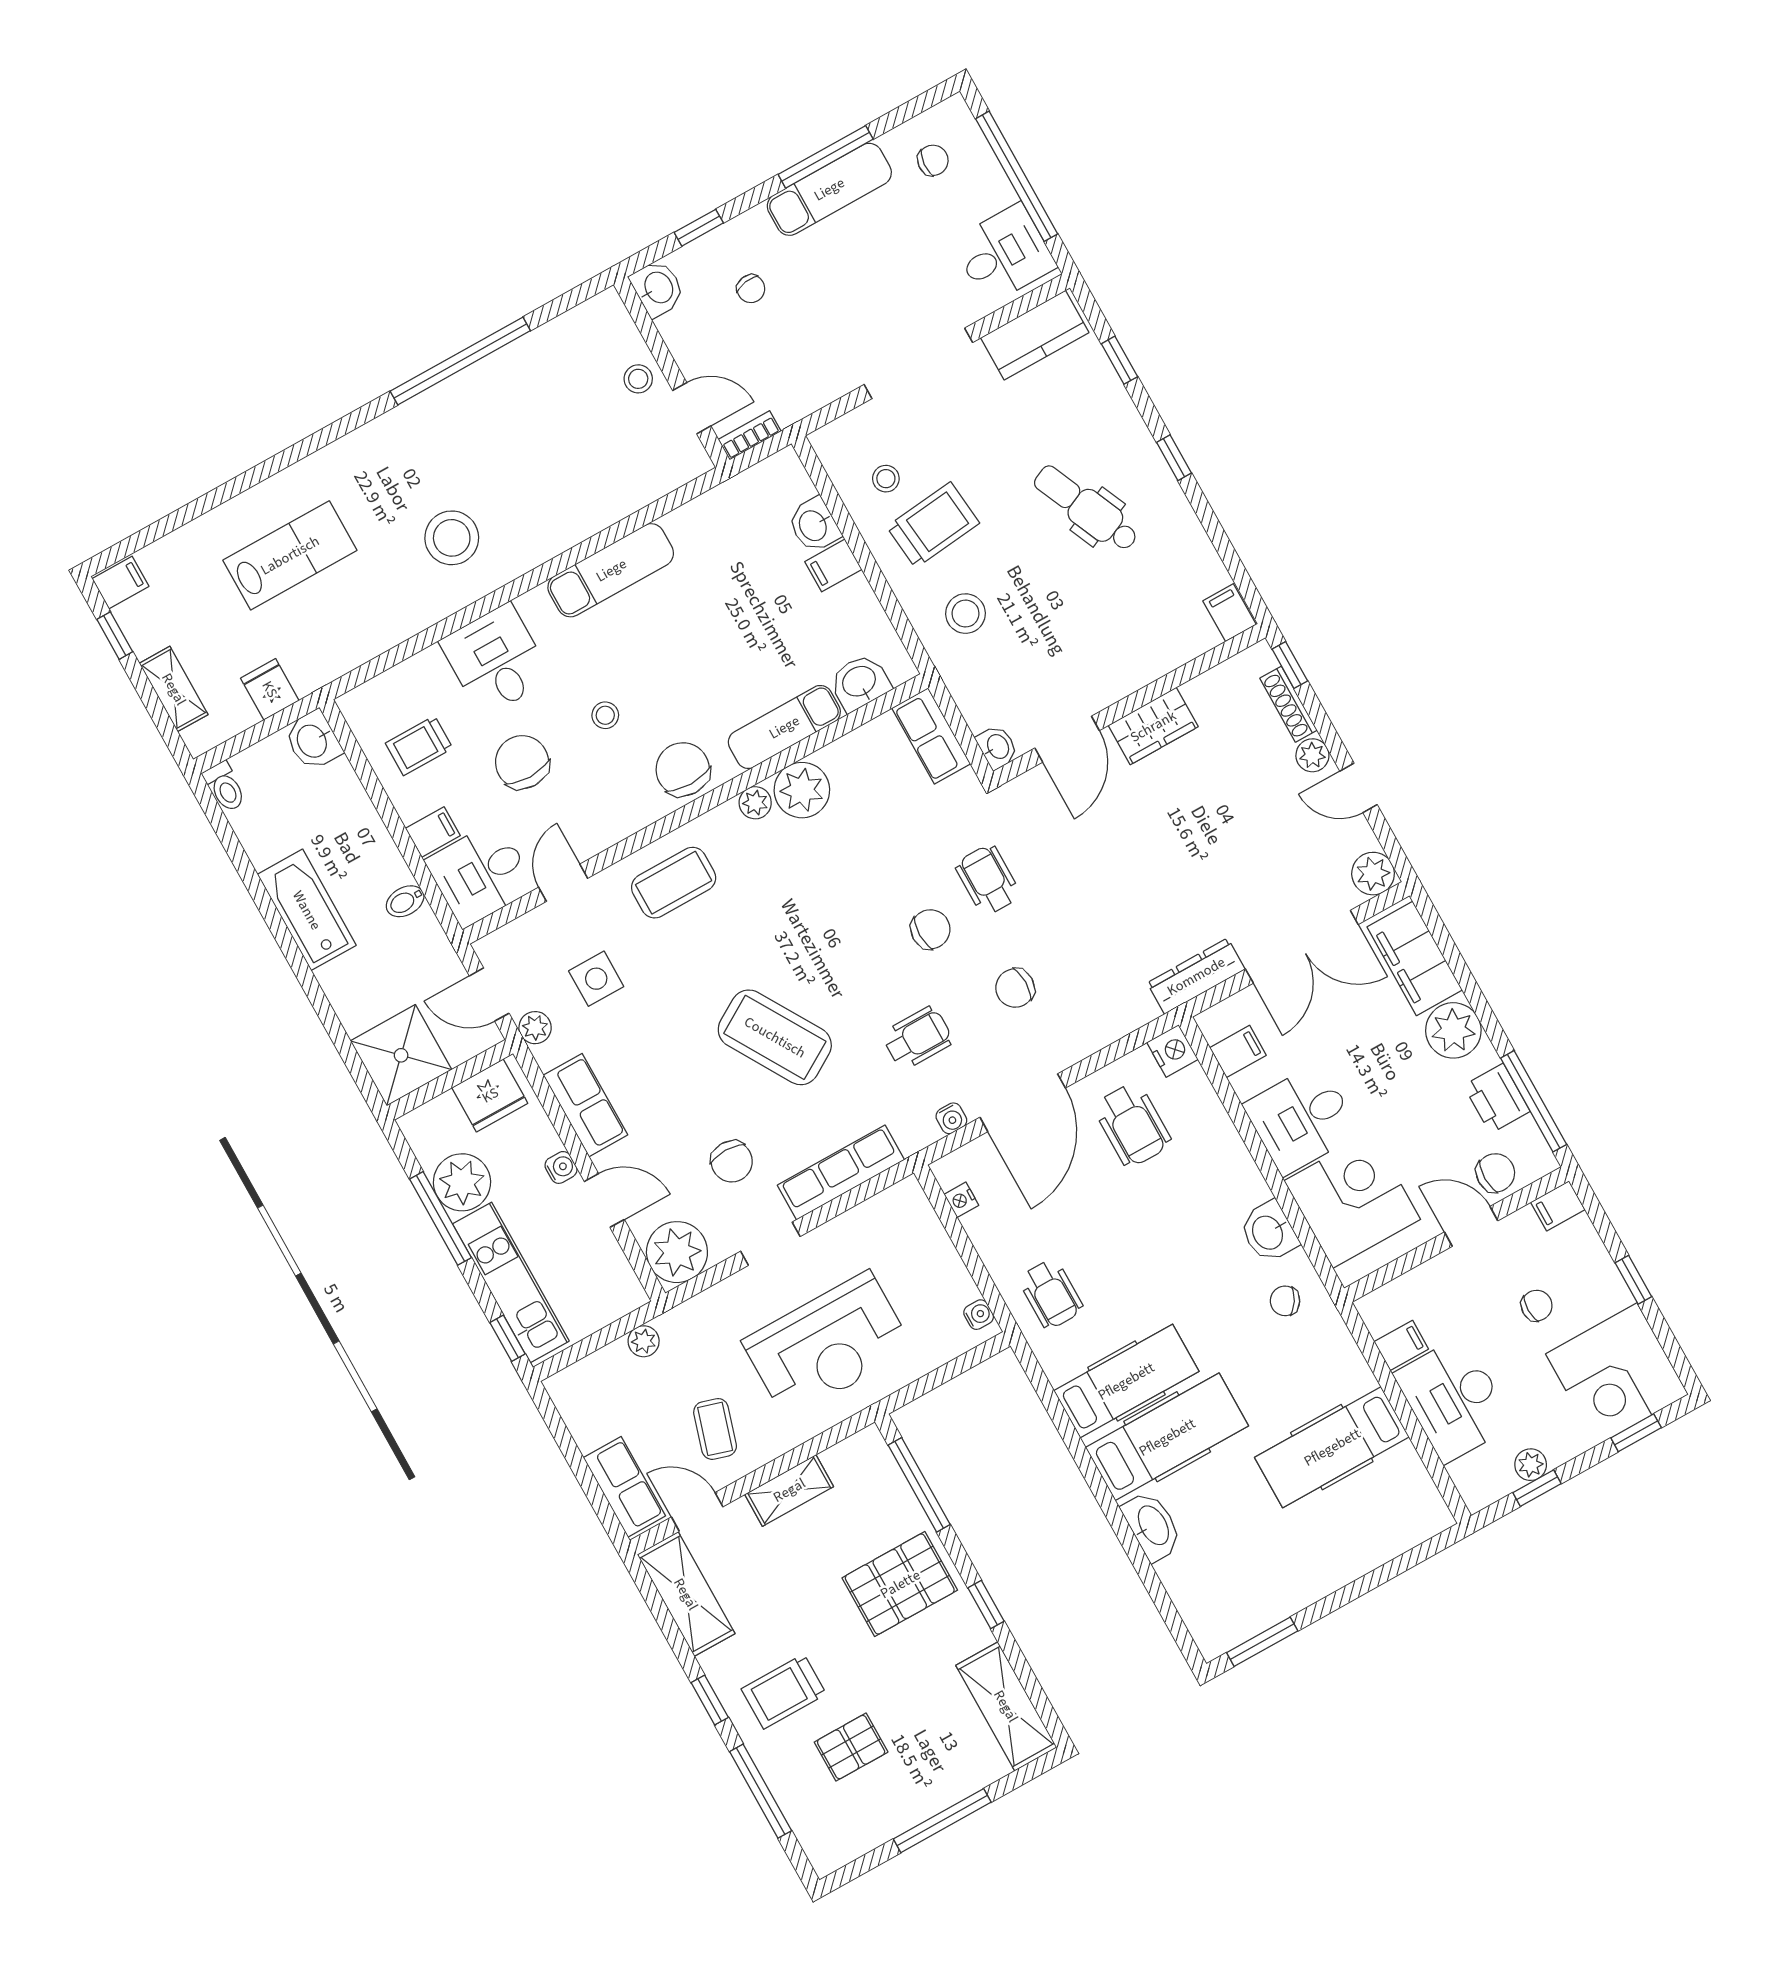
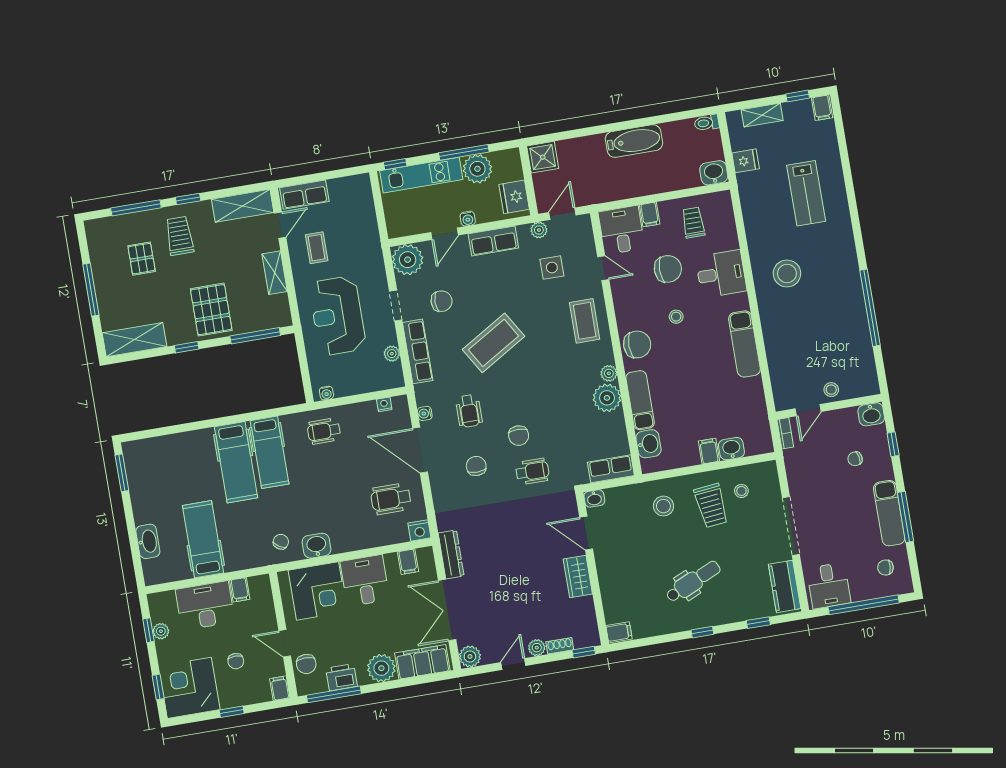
chair: (933, 160) -> (885, 568), turned 91
shoe rack: (1288, 704) -> (560, 646), width x0.70
bidet: (405, 901) -> (621, 189), removed
shower: (401, 1055) -> (543, 157), width x0.73, depth x0.73
chair: (732, 1161) -> (442, 301), turned 180
door: (1471, 1226) -> (285, 643), swing flipped
plant: (644, 1341) -> (392, 354), moved
coffee table: (715, 1429) -> (317, 248), turned 73
washbasin: (1152, 1526) -> (148, 541), moved, turned -90

